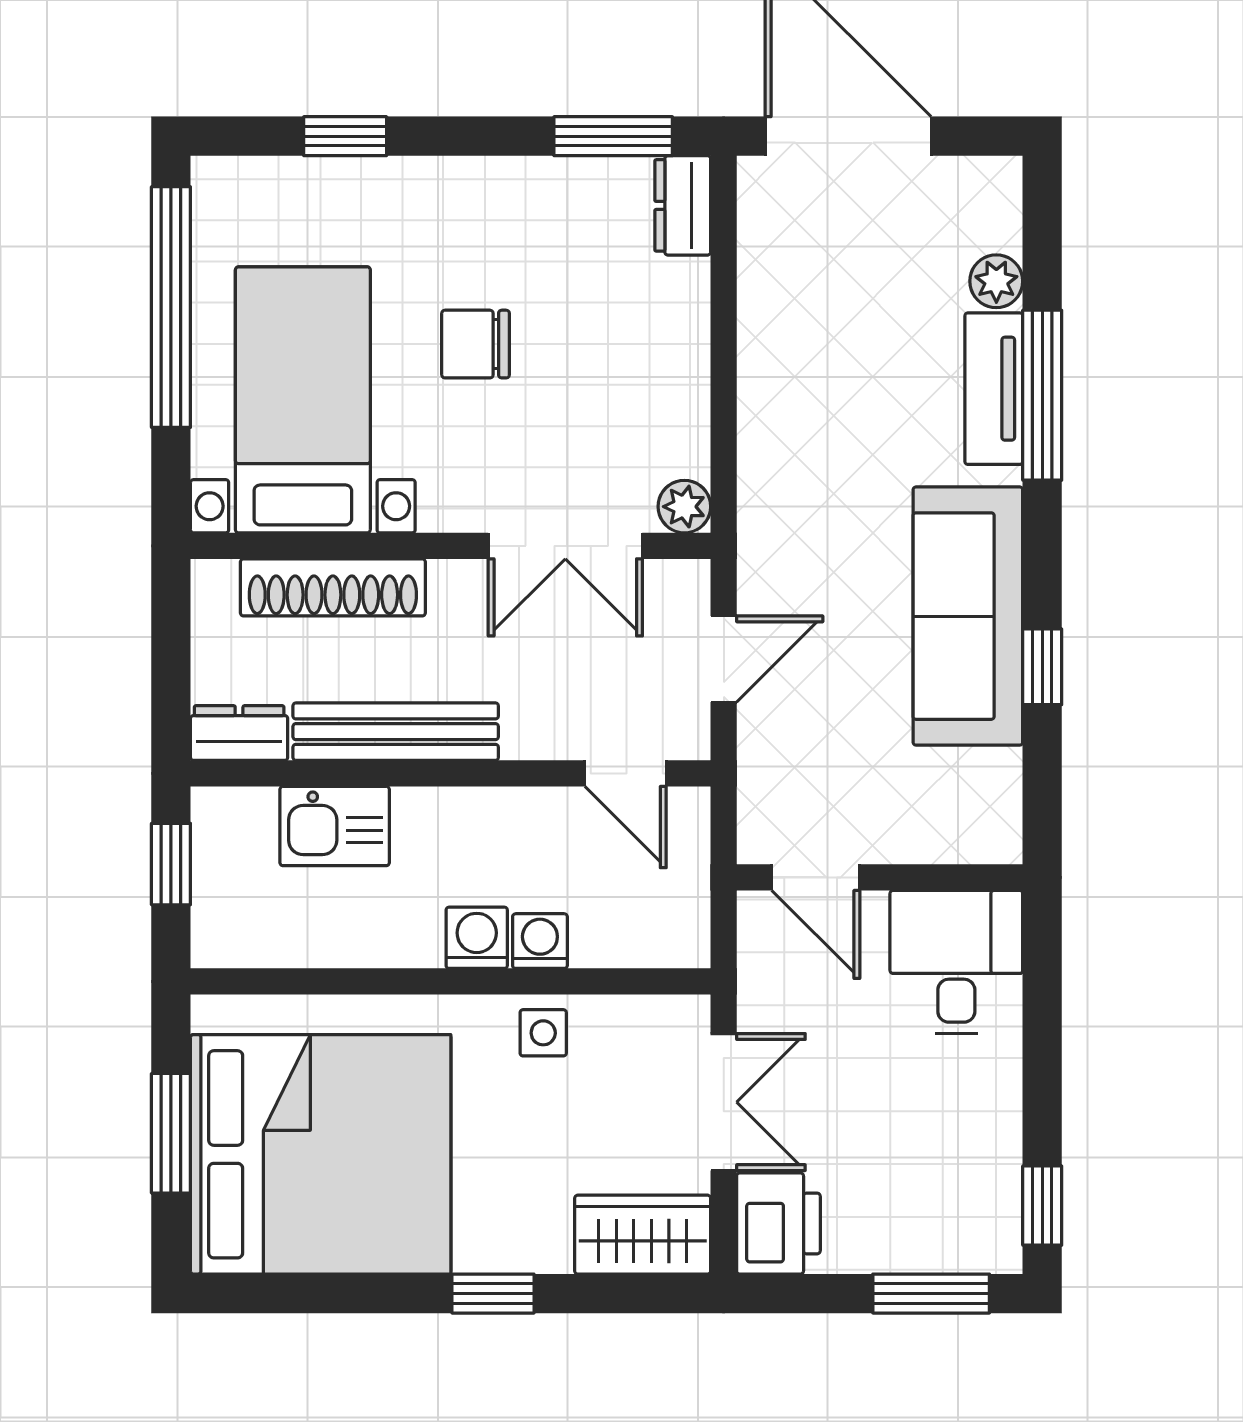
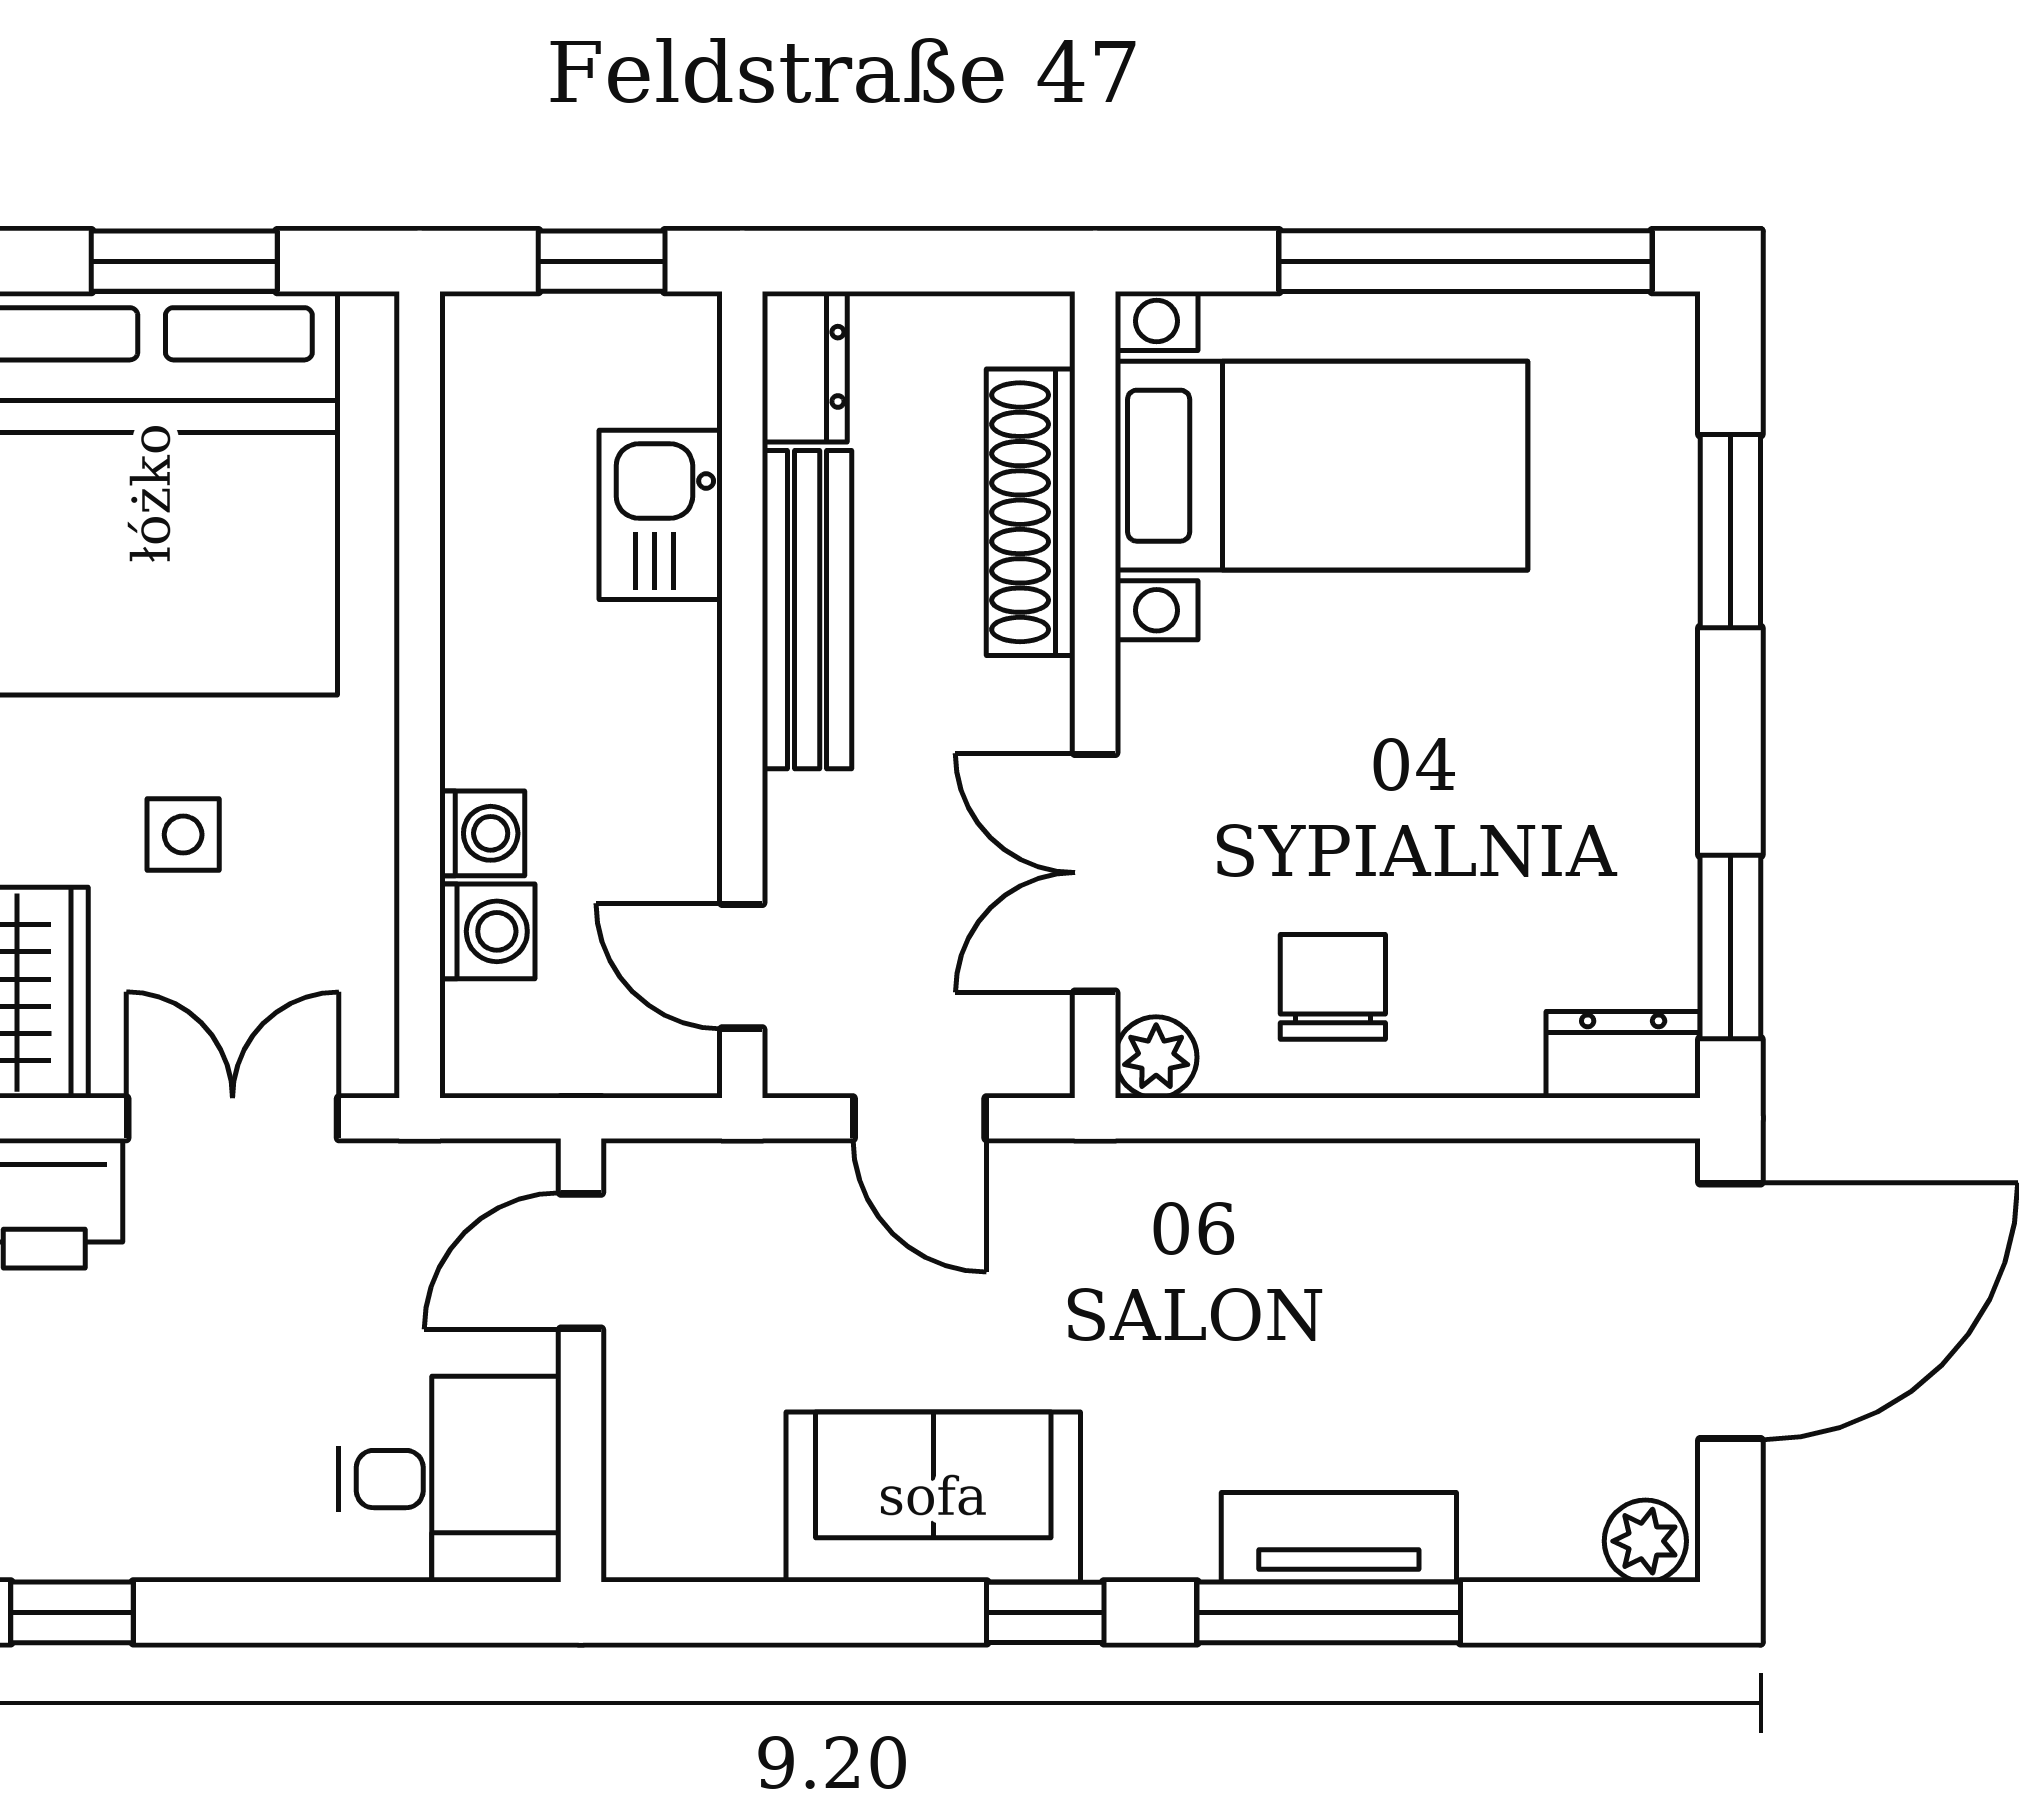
window: (345, 136) -> (1730, 531), width x1.50
plant: (996, 281) -> (1645, 1541), moved
chair: (476, 344) -> (1333, 987), moved
sofa: (968, 616) -> (933, 1497), width x0.73
window: (1042, 667) -> (1045, 1612), moved
door: (626, 773) -> (742, 966), hinge flipped
washing machine: (477, 938) -> (487, 931), moved
side table: (543, 1033) -> (183, 835), moved
double door: (724, 1102) -> (233, 1118), swing flipped

